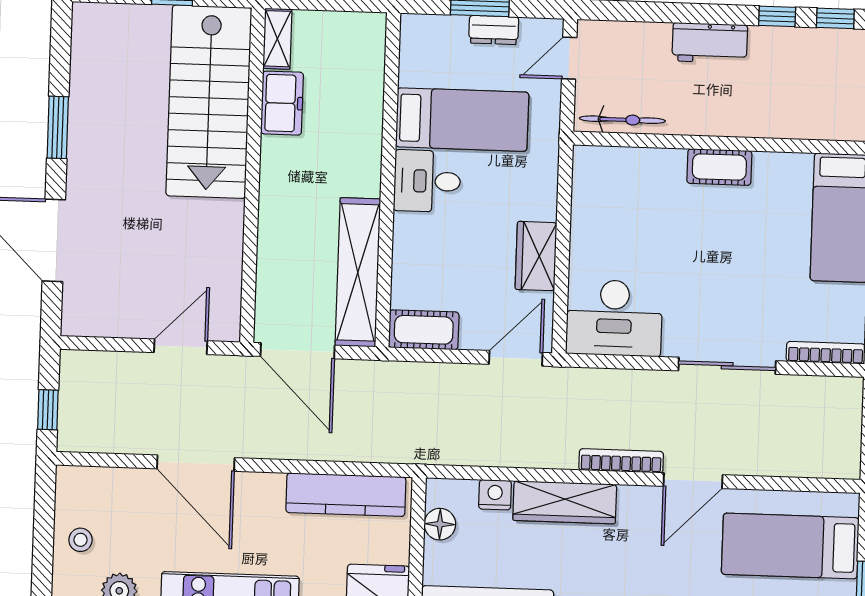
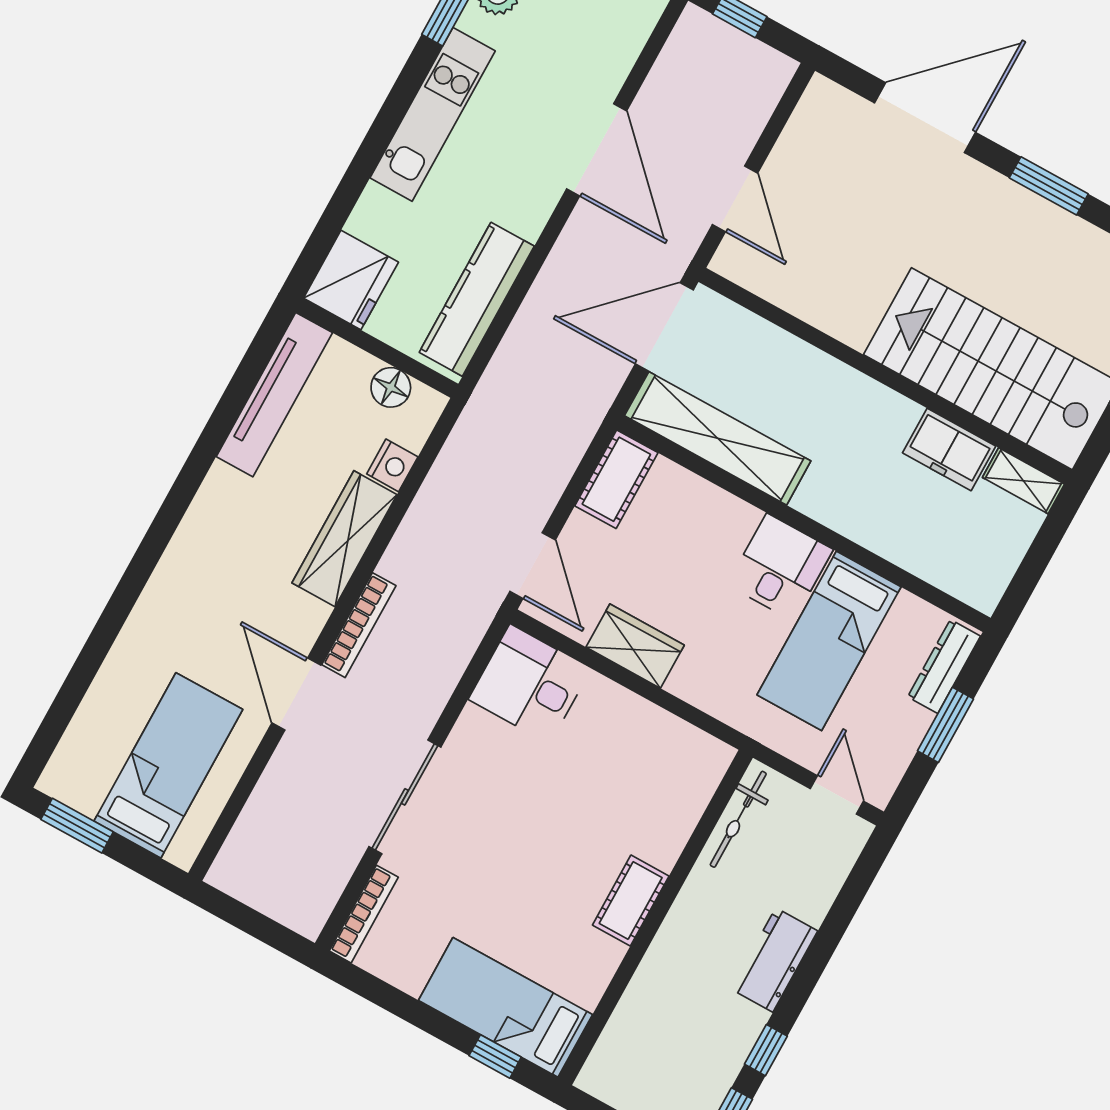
dresser: (494, 30) -> (944, 666), moved, width x1.44
desk: (614, 318) -> (530, 684), width x0.73
door: (196, 463) -> (597, 150), swing flipped

